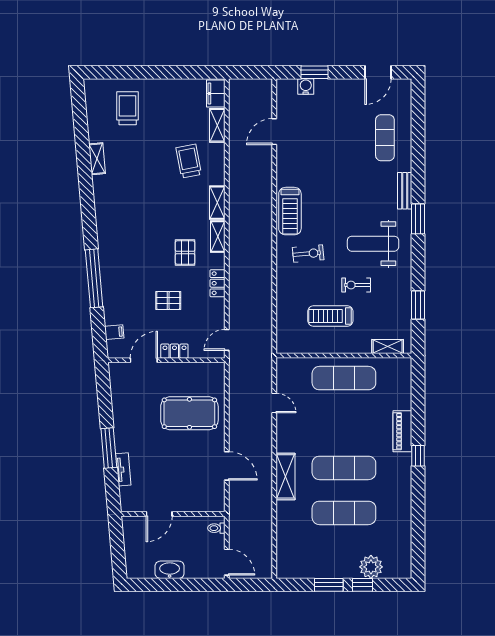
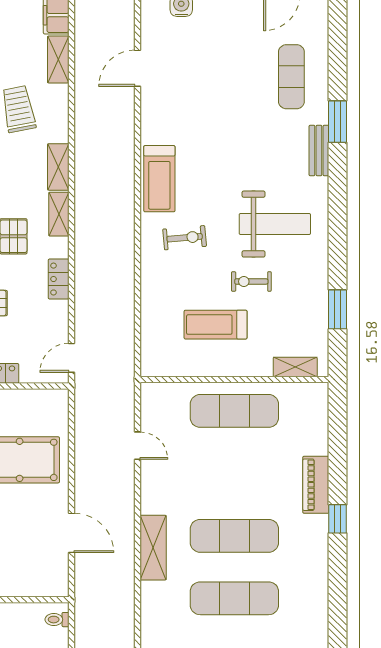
window: (418, 219) -> (337, 122), moved
weight bench: (373, 244) -> (275, 224), turned 180

